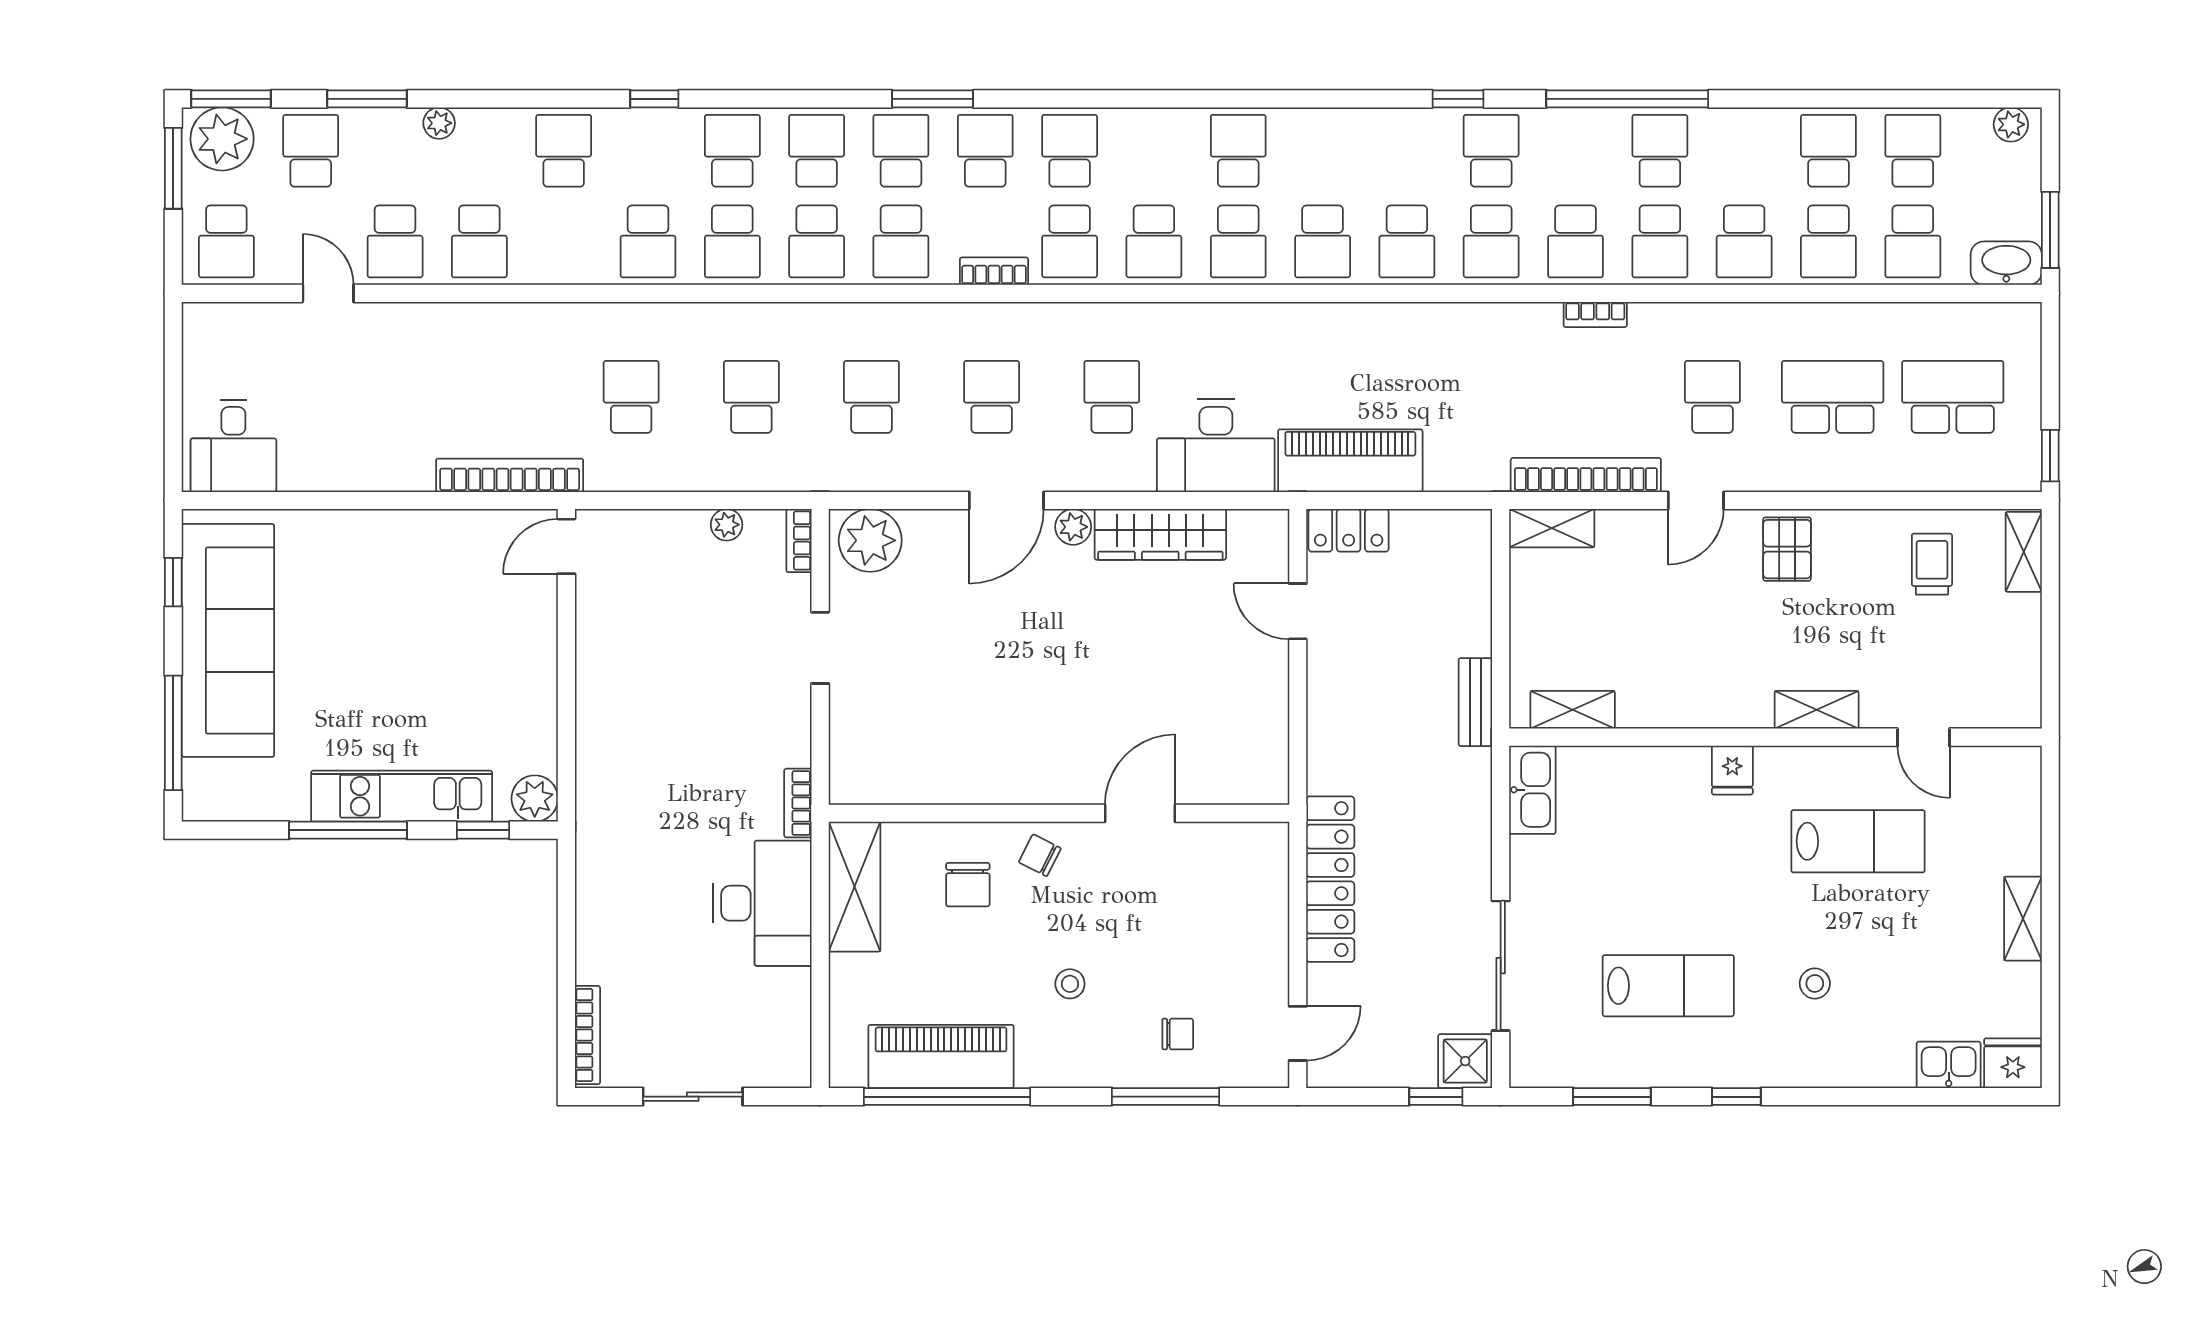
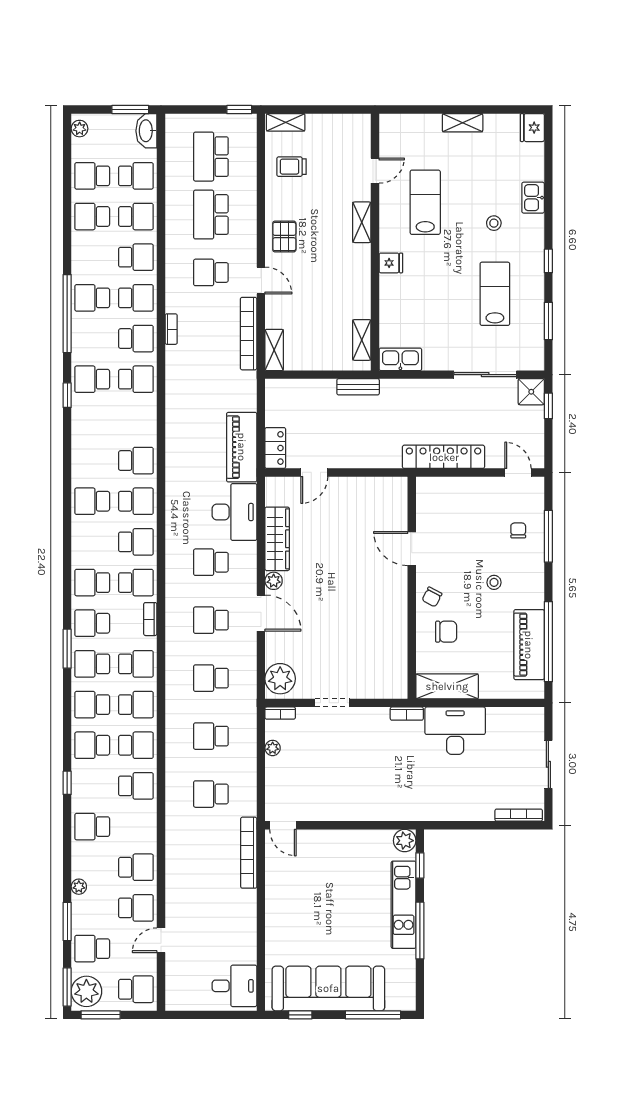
school desk: (1407, 241) -> (136, 420), removed
pallet: (1787, 549) -> (284, 237), turned 90
kitchen sink: (1949, 1065) -> (533, 198), moved

